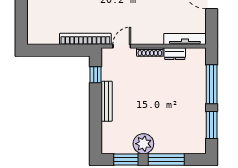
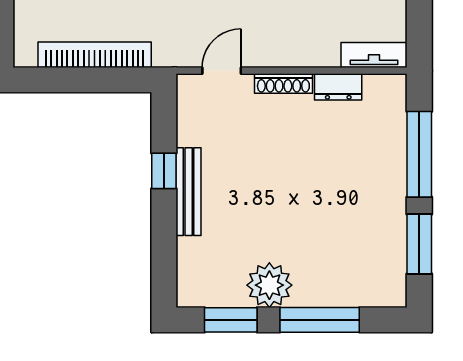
bookcase: (85, 39) -> (95, 55), moved
tv unit: (185, 39) -> (374, 55), width x0.71
window: (95, 75) -> (164, 171), moved

